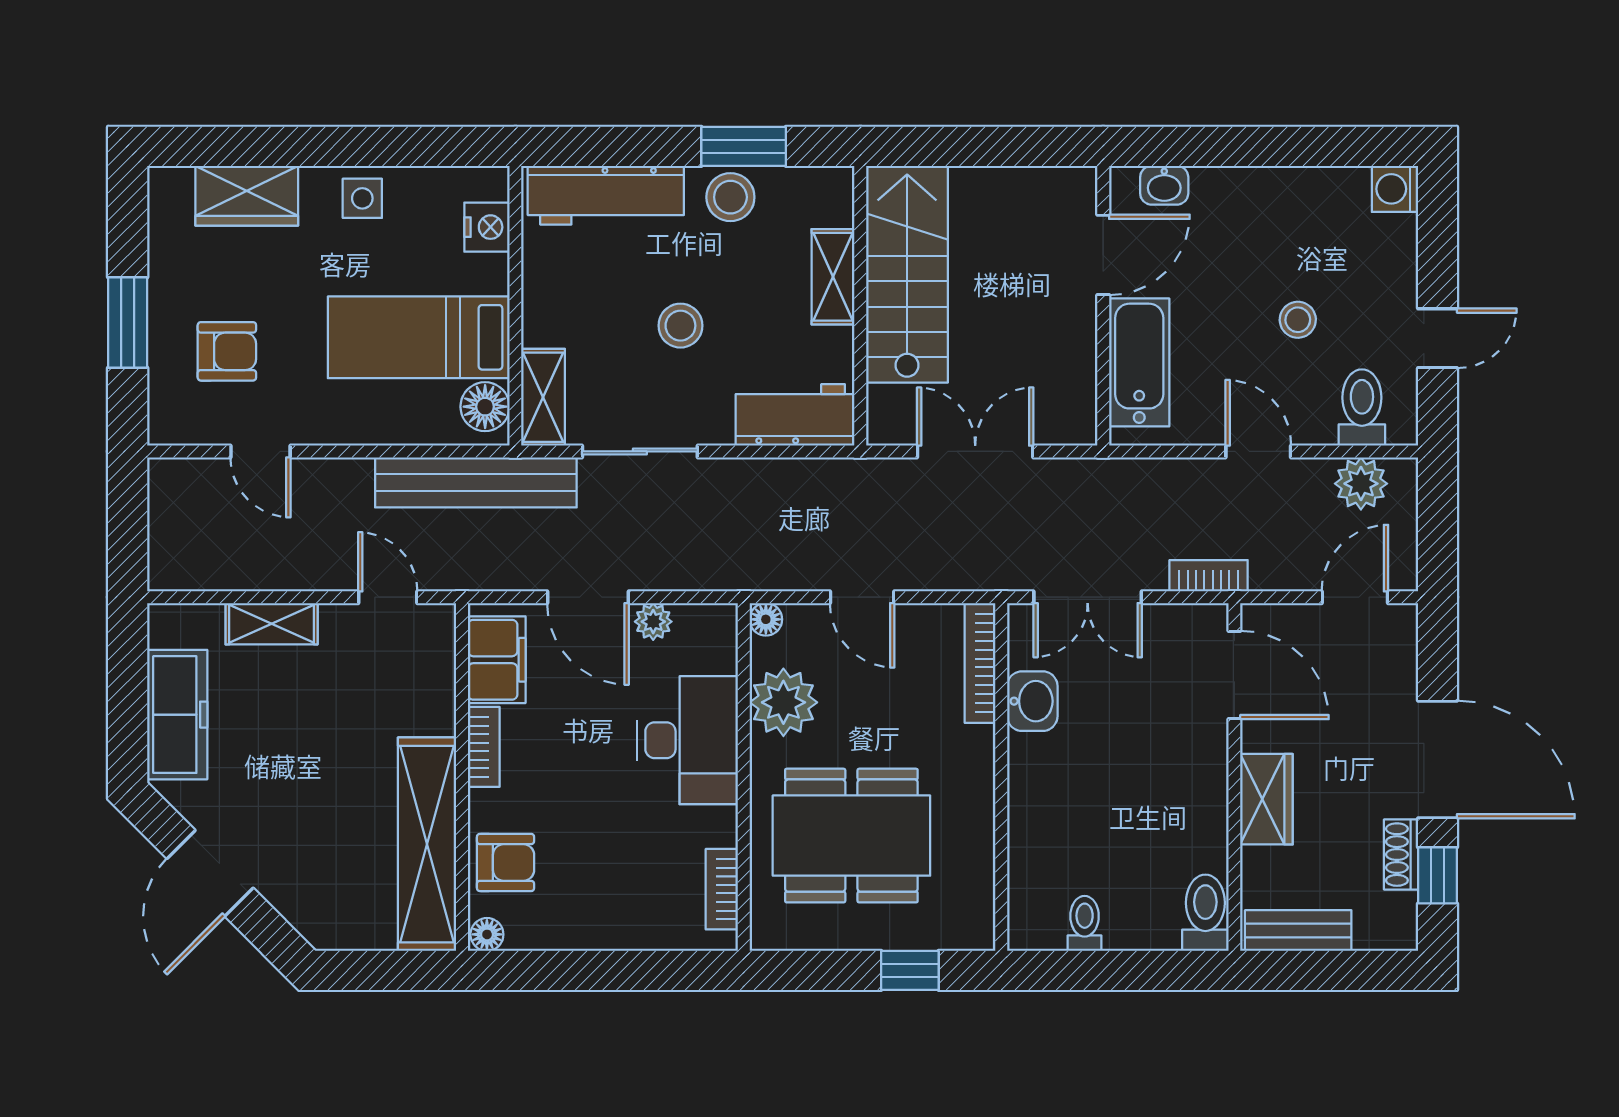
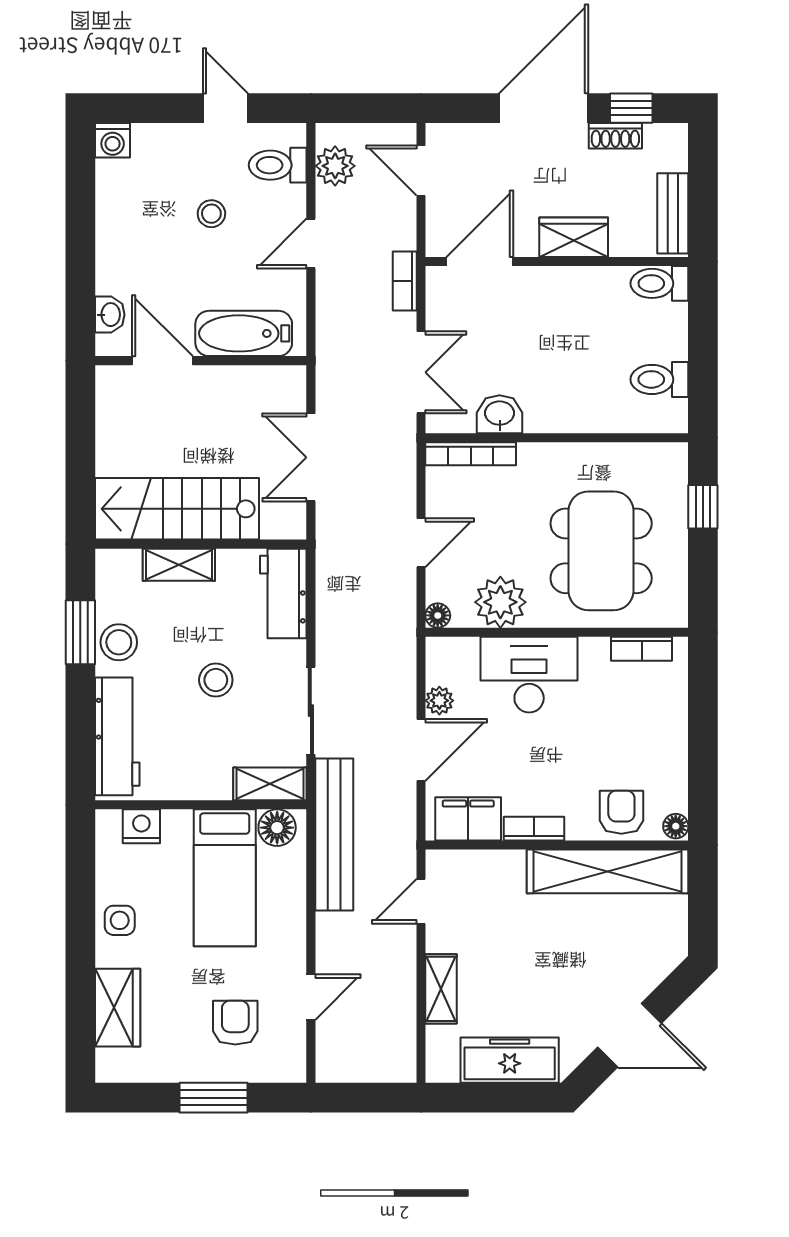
toilet: (1085, 923) -> (659, 379), width x1.37, depth x1.39

